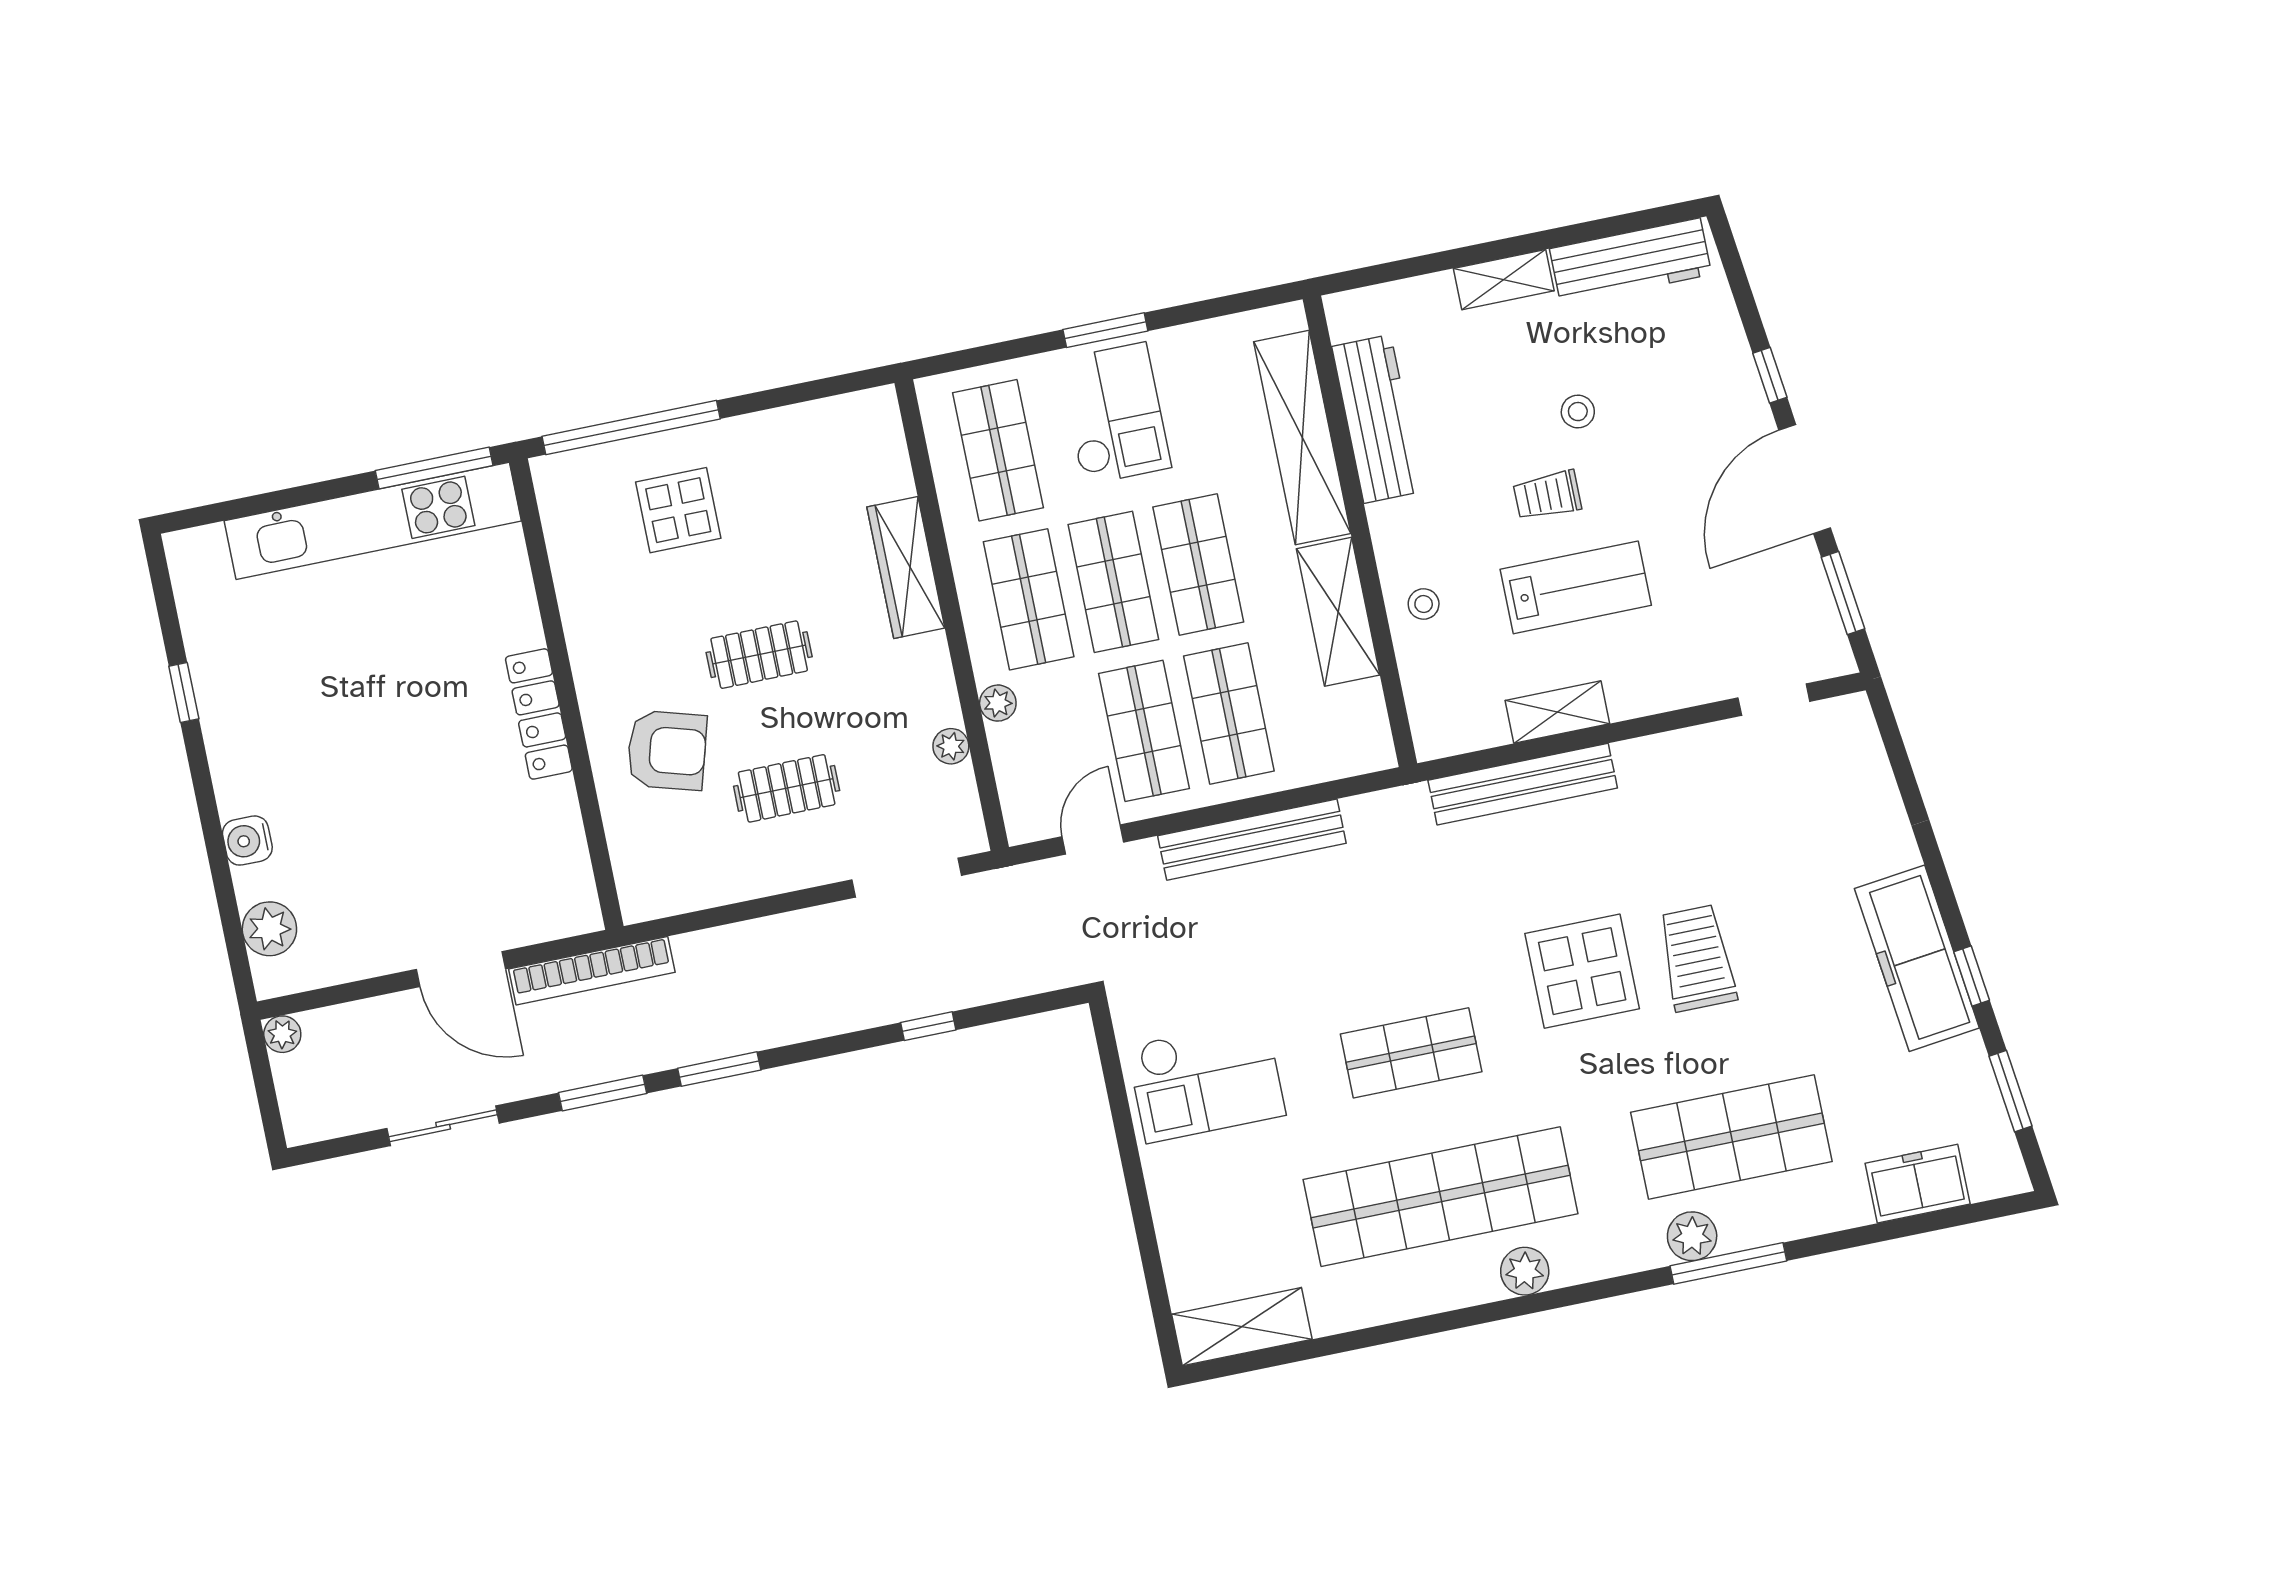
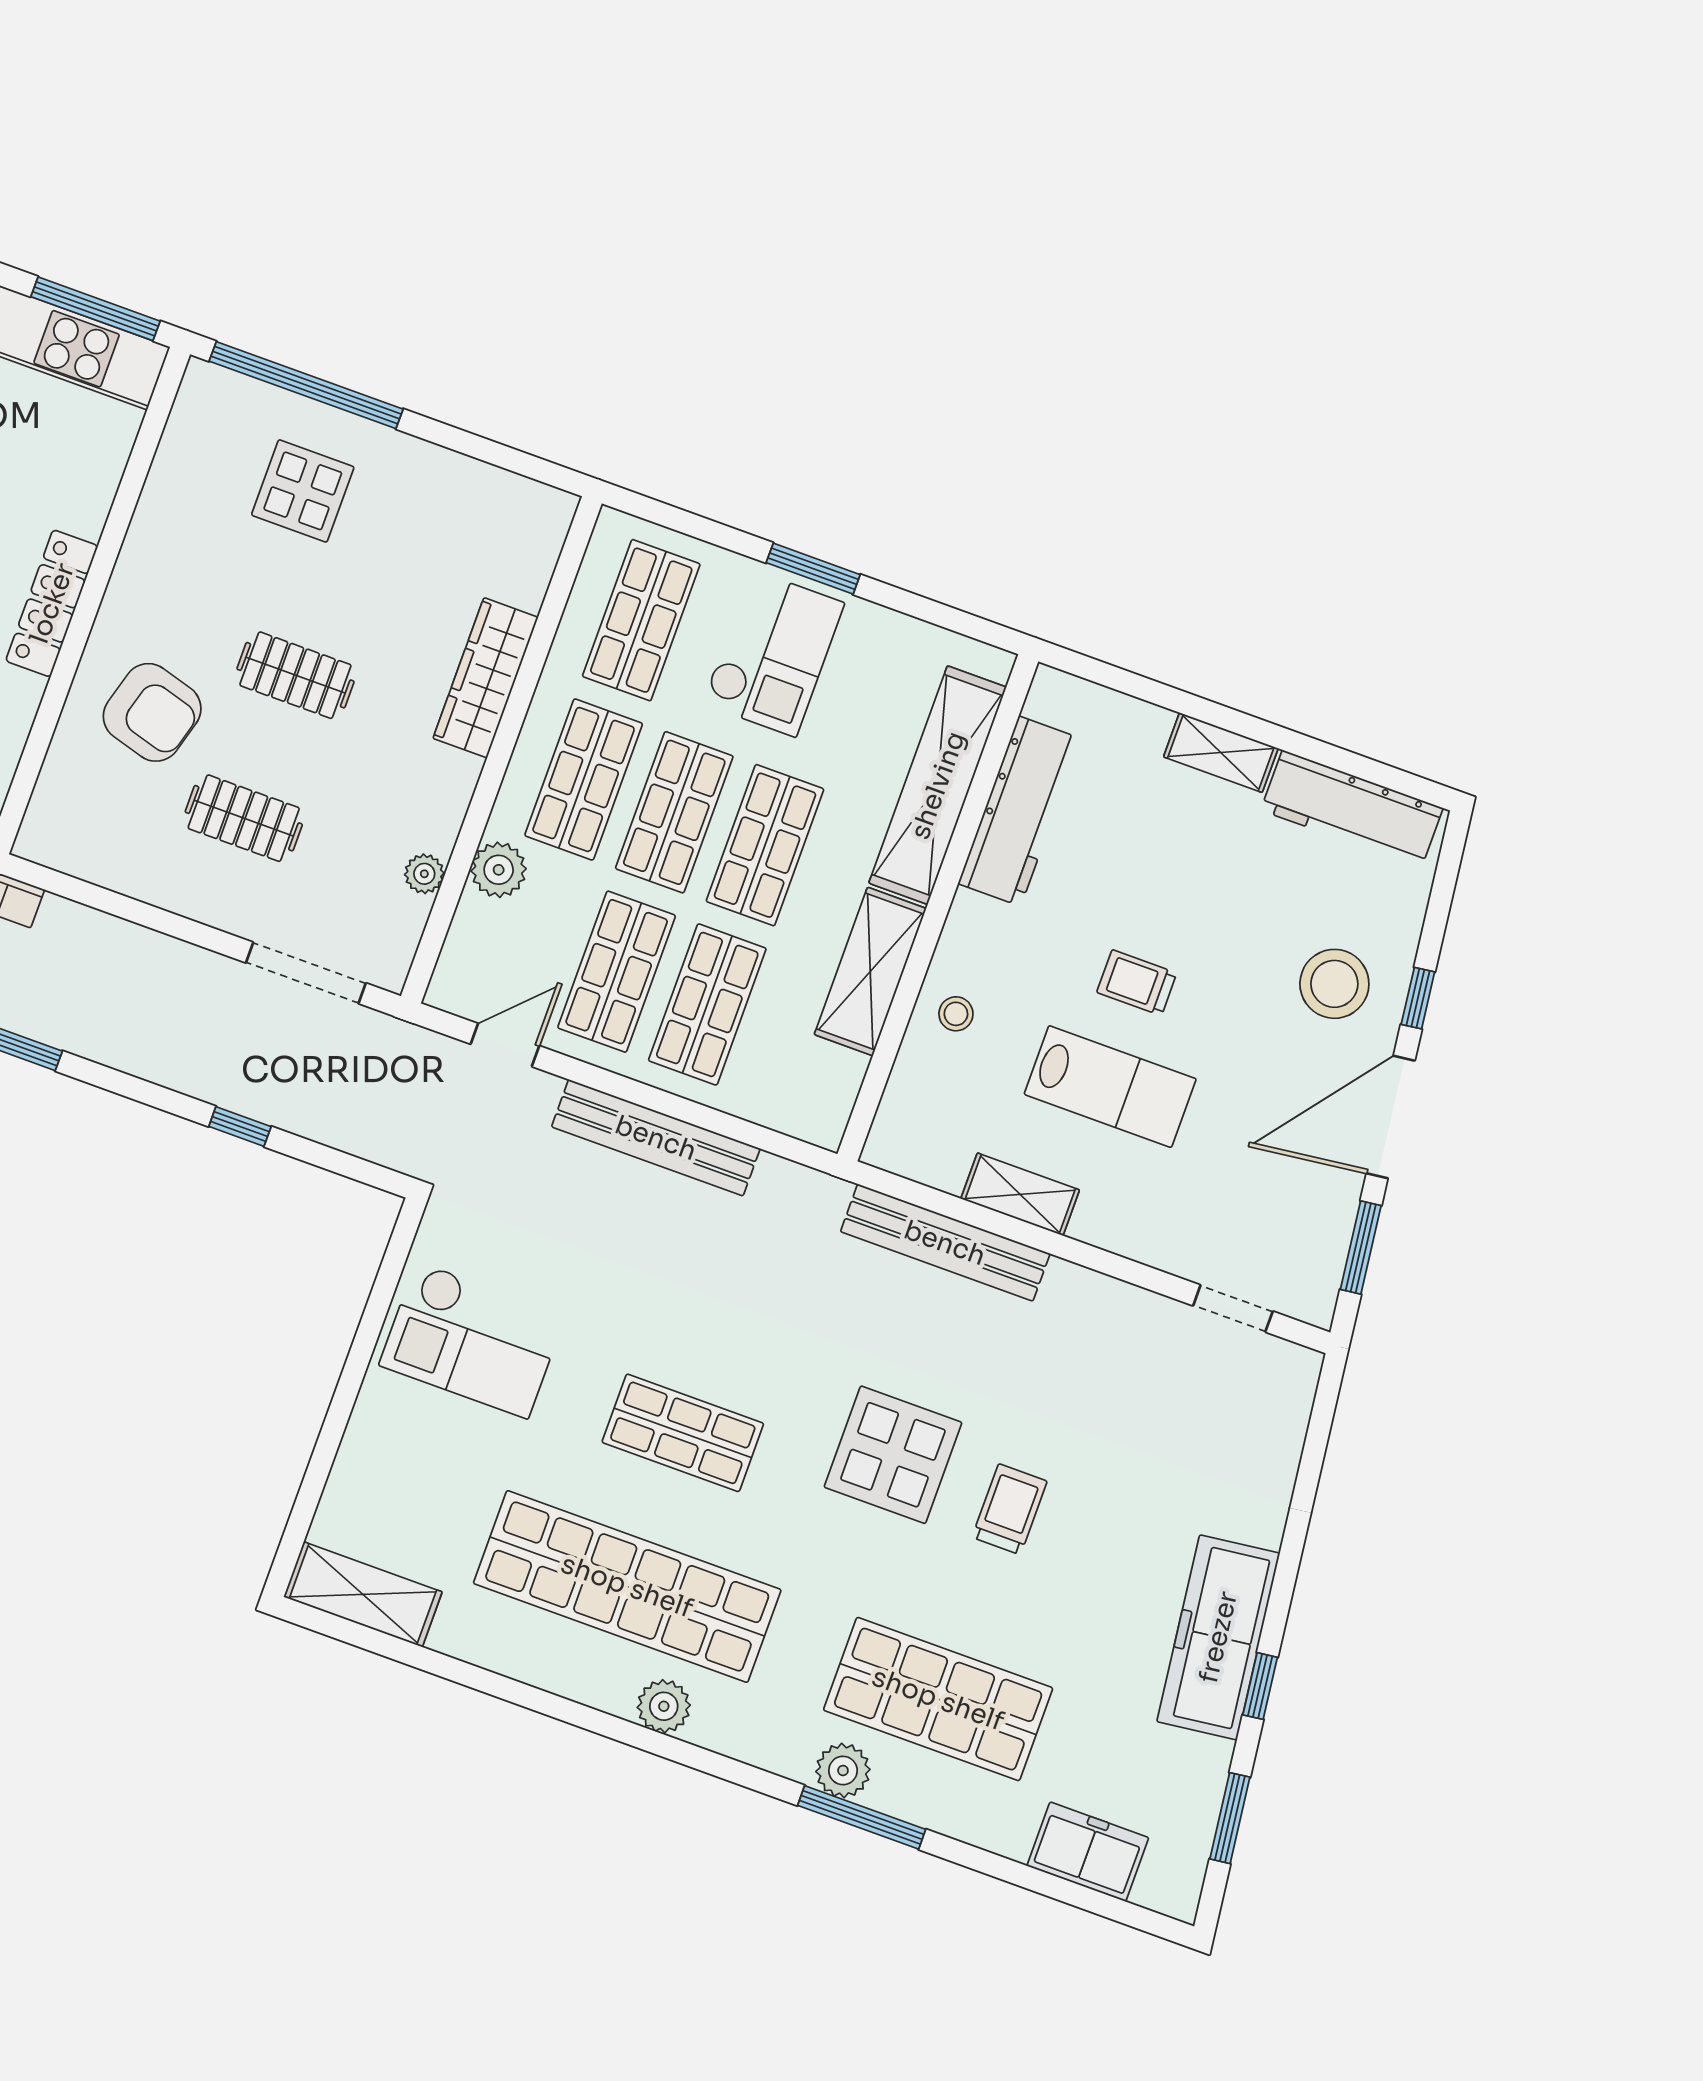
stool: (1578, 412) -> (1334, 984), moved, width x1.89, depth x1.89
plant: (998, 703) -> (499, 870), width x1.38, depth x1.38
trolley: (1697, 958) -> (1010, 1509), width x0.73, depth x0.72

